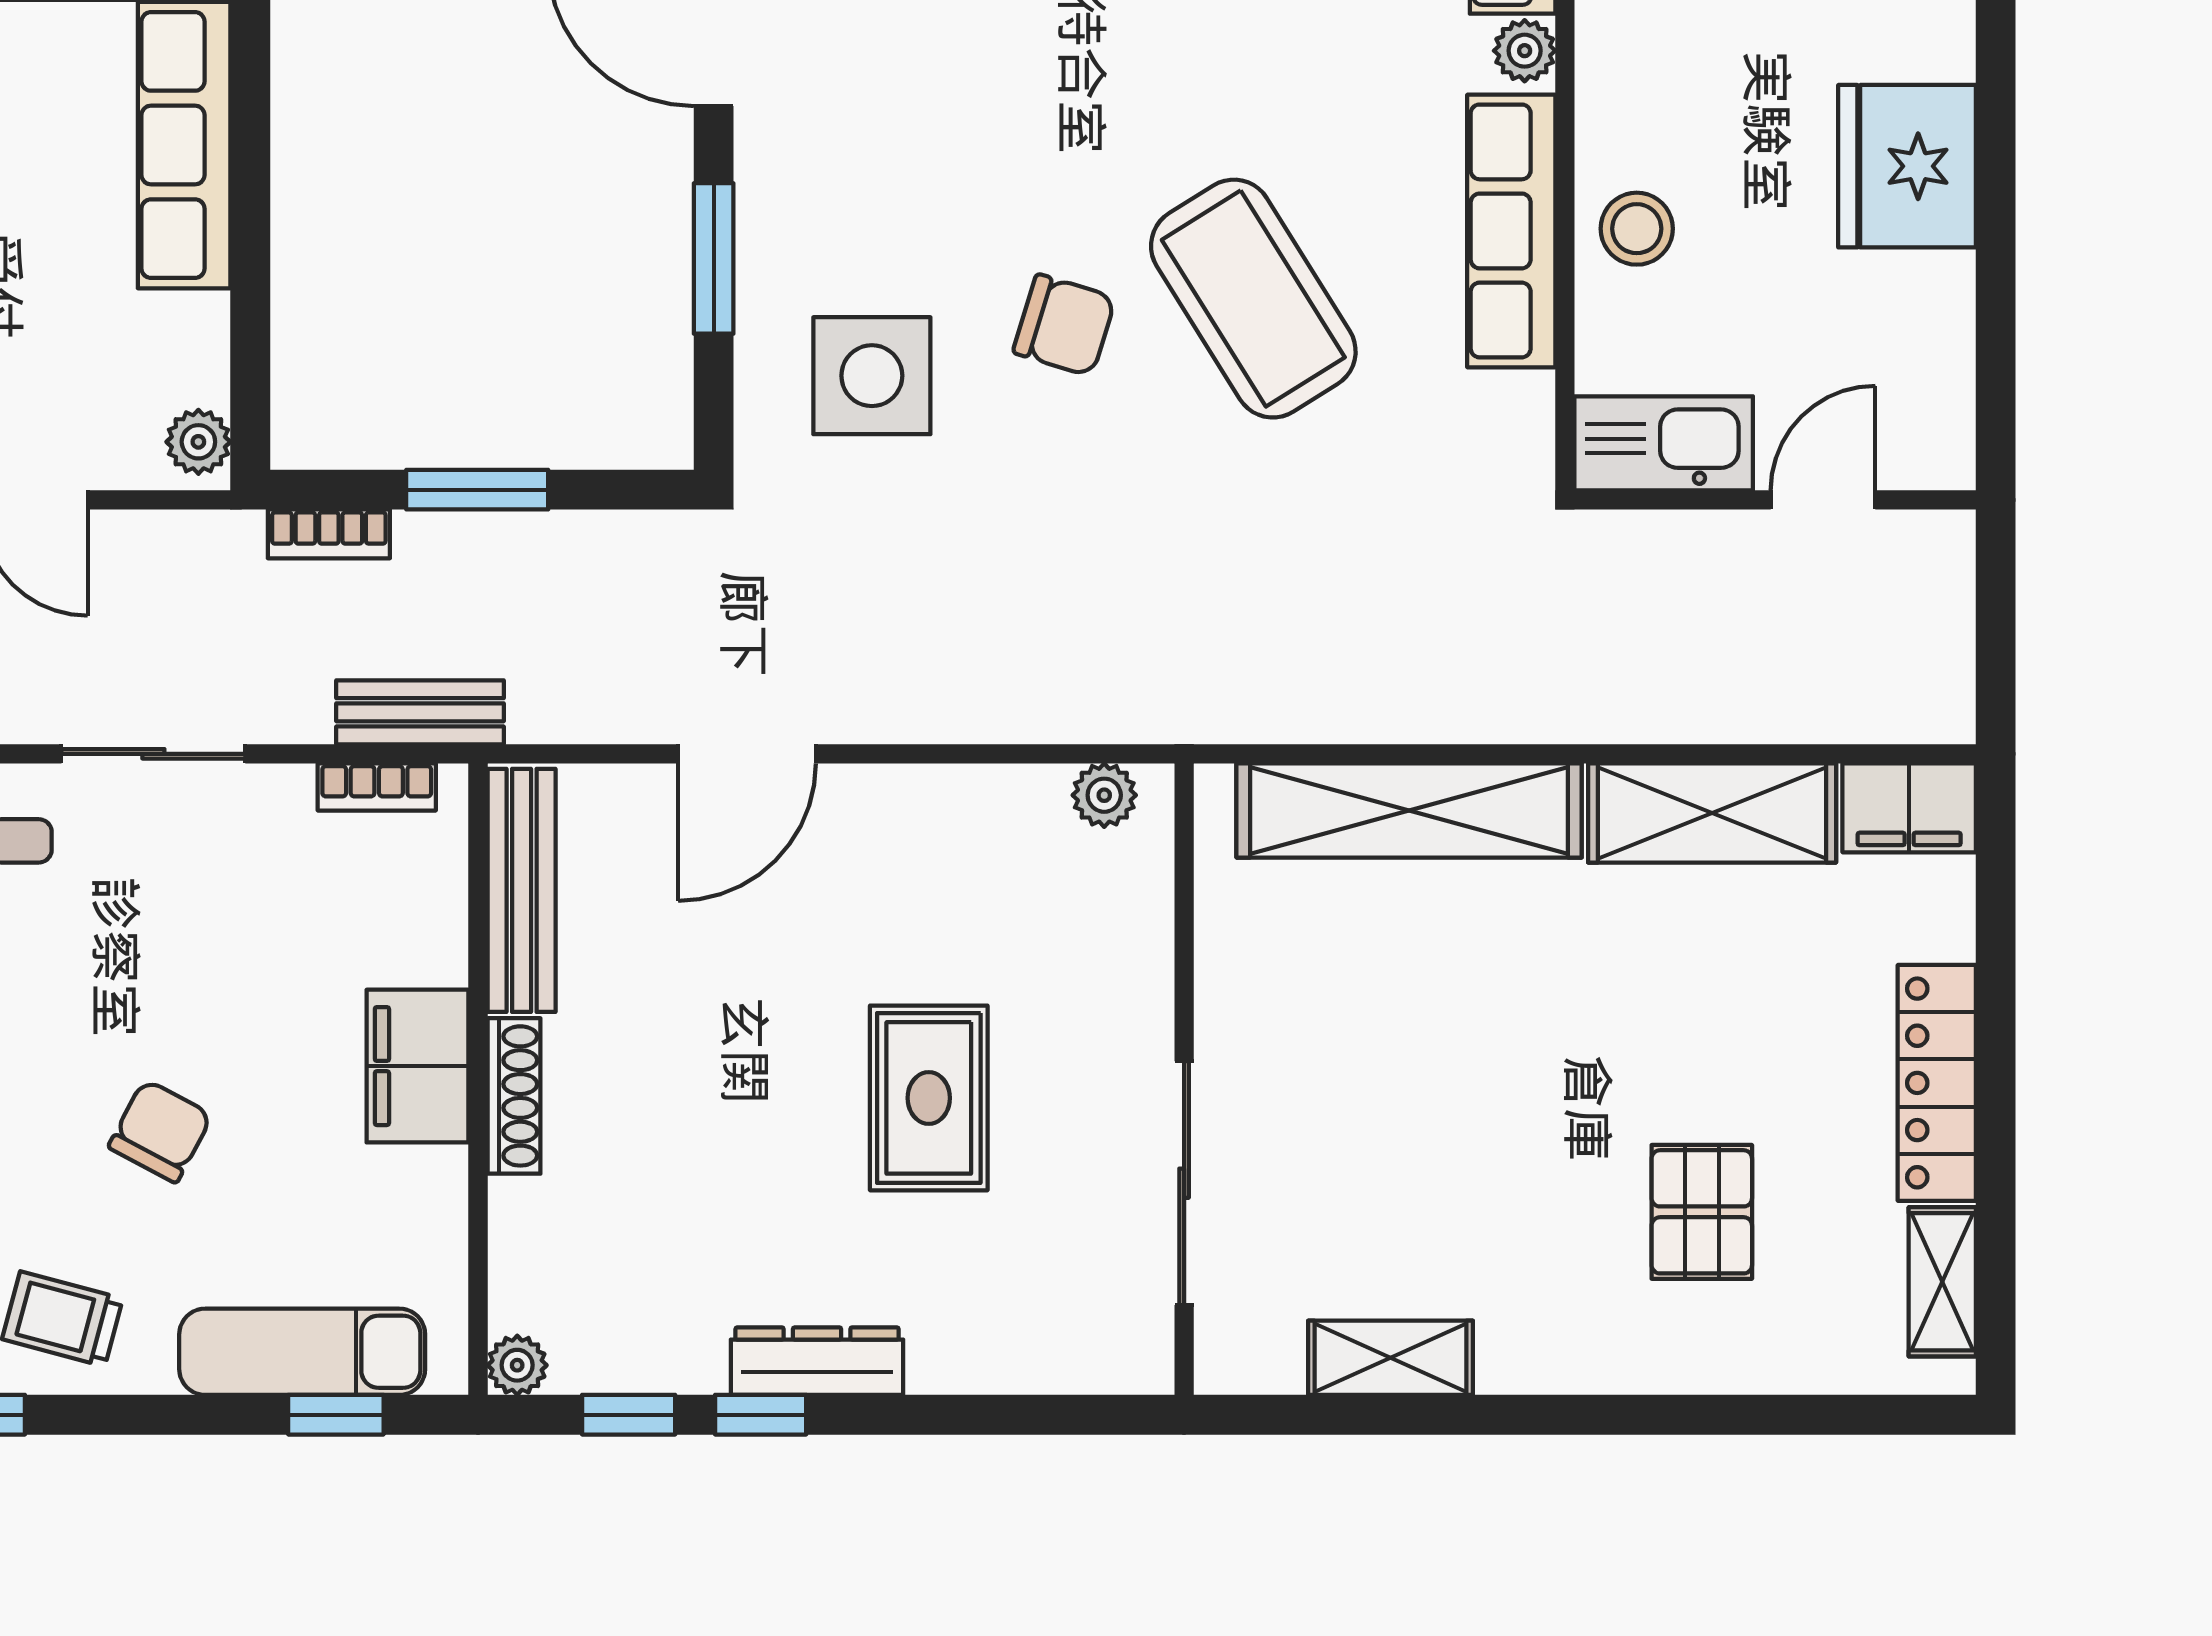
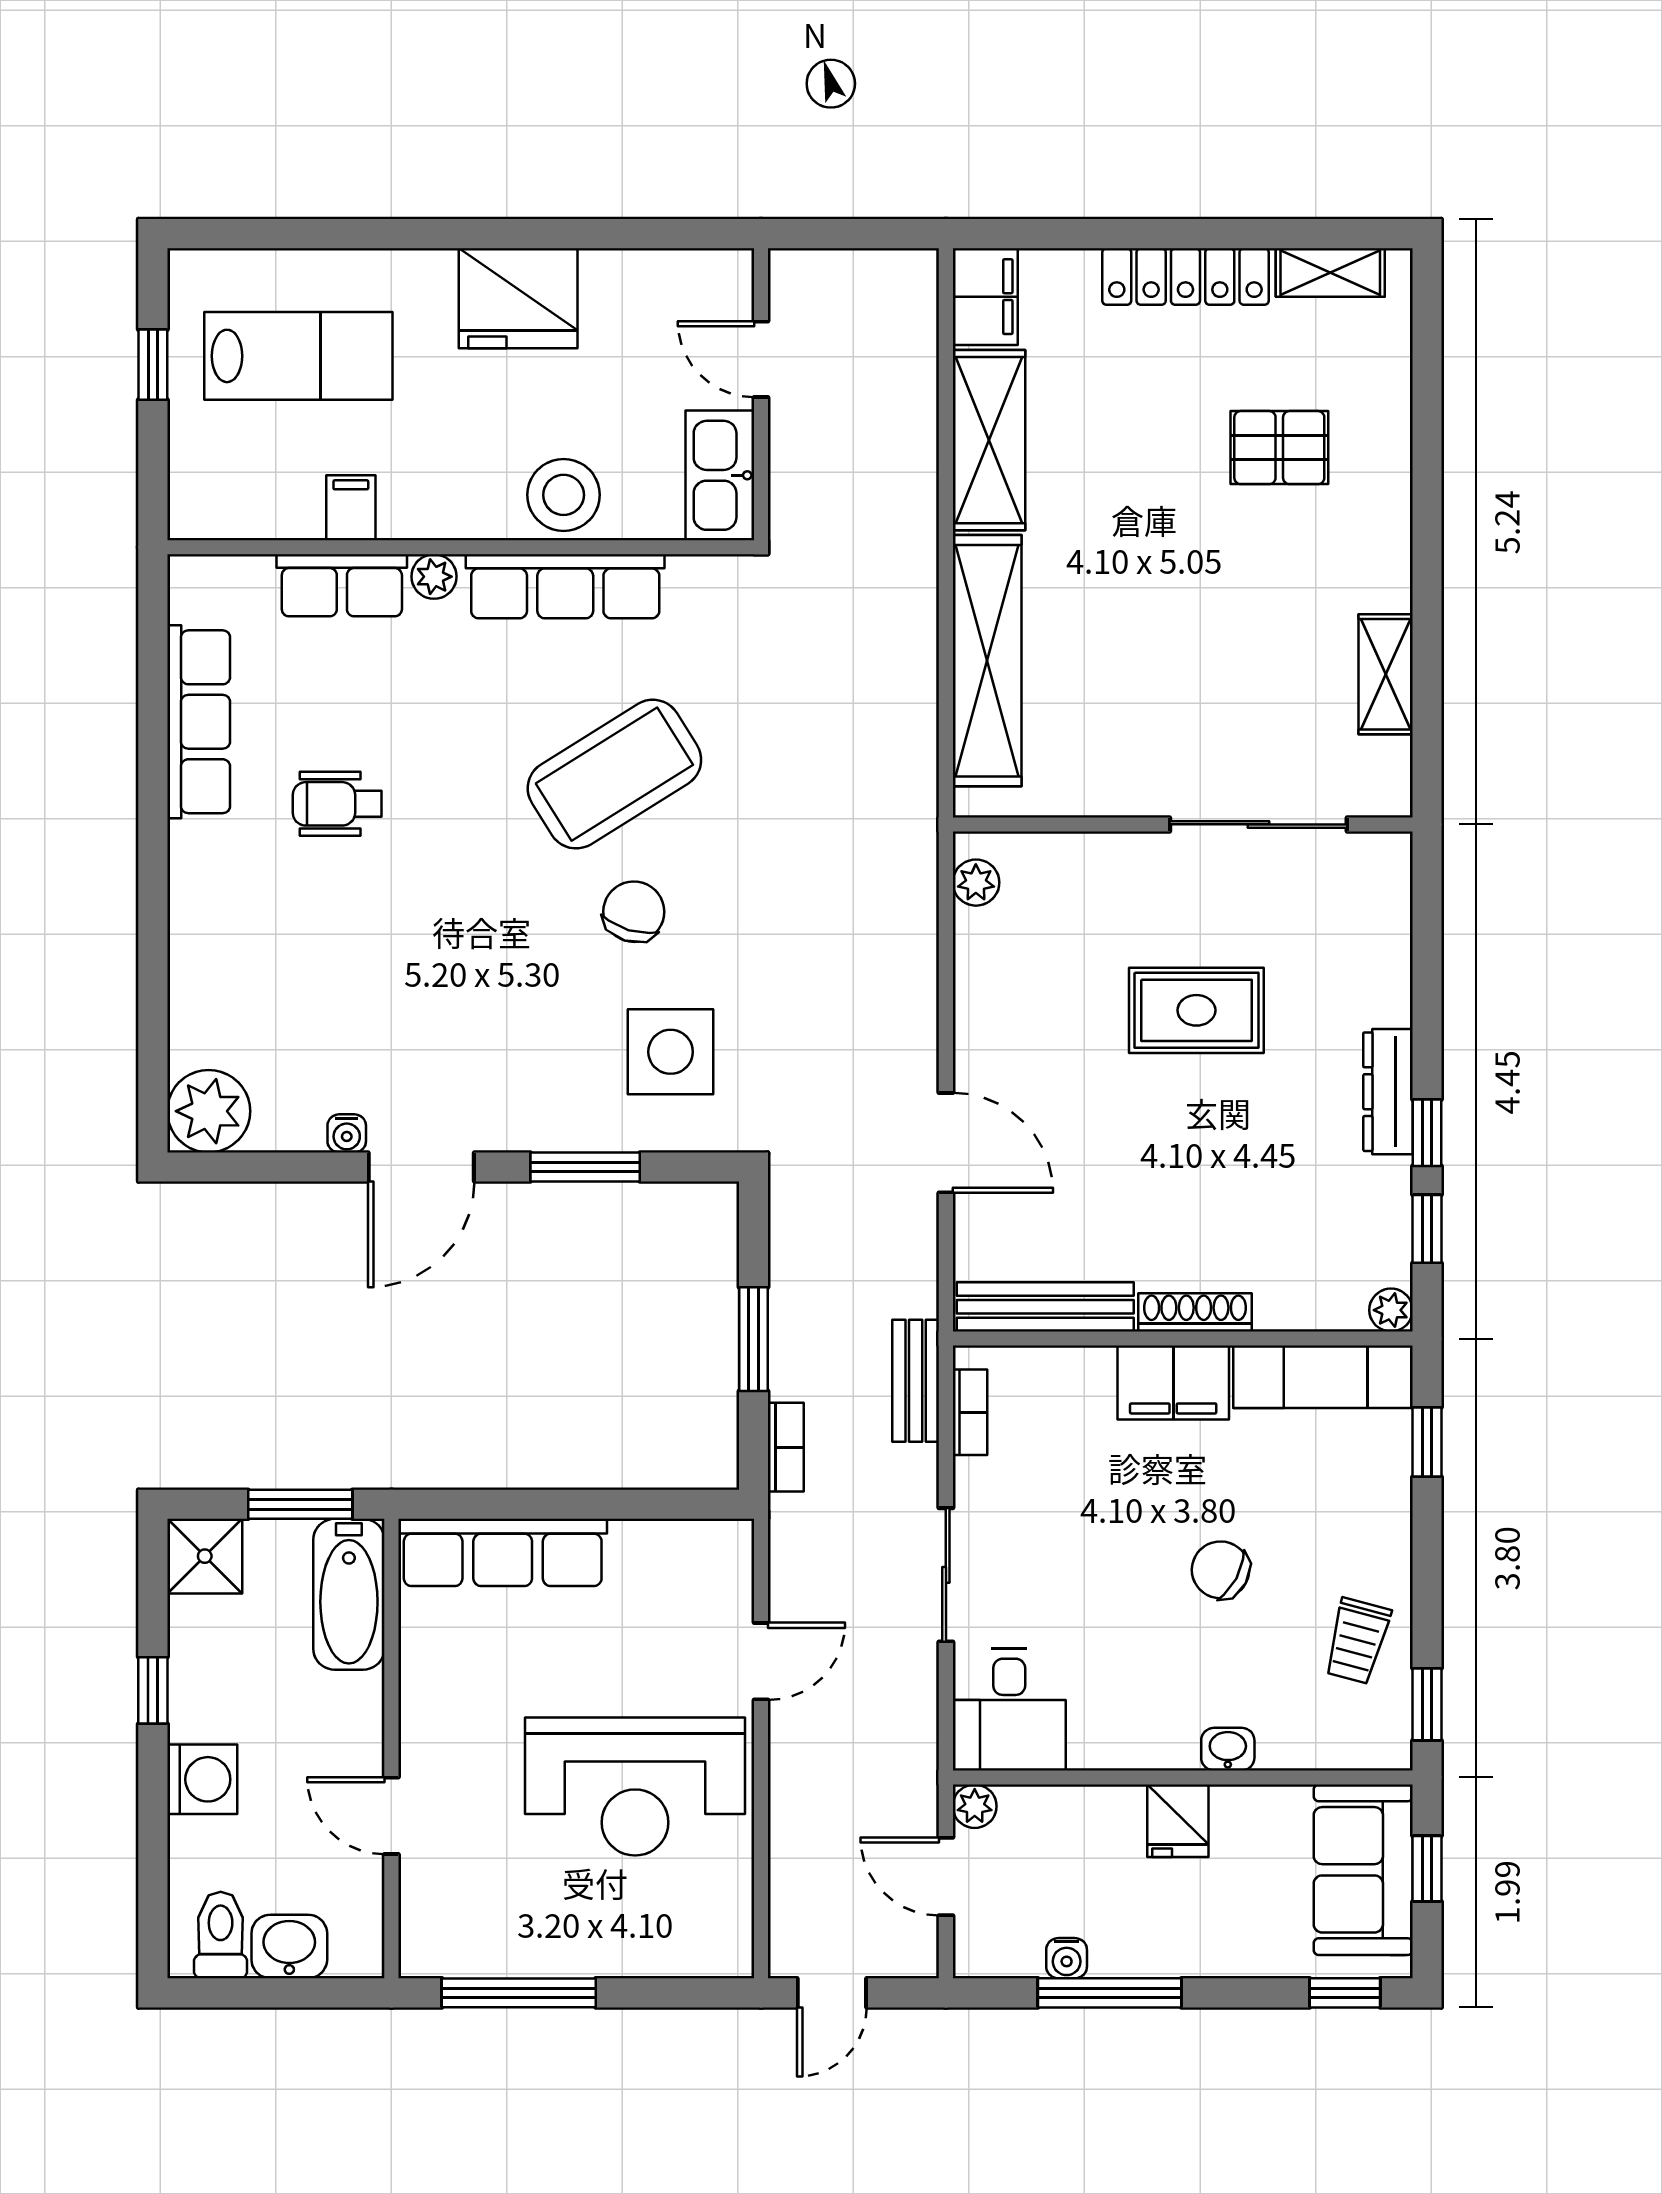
stool: (1637, 229) -> (564, 495), width x1.38, depth x1.38
plant: (198, 442) -> (719, 1542), removed
exam couch: (302, 1352) -> (1323, 1377), moved, turned -90

